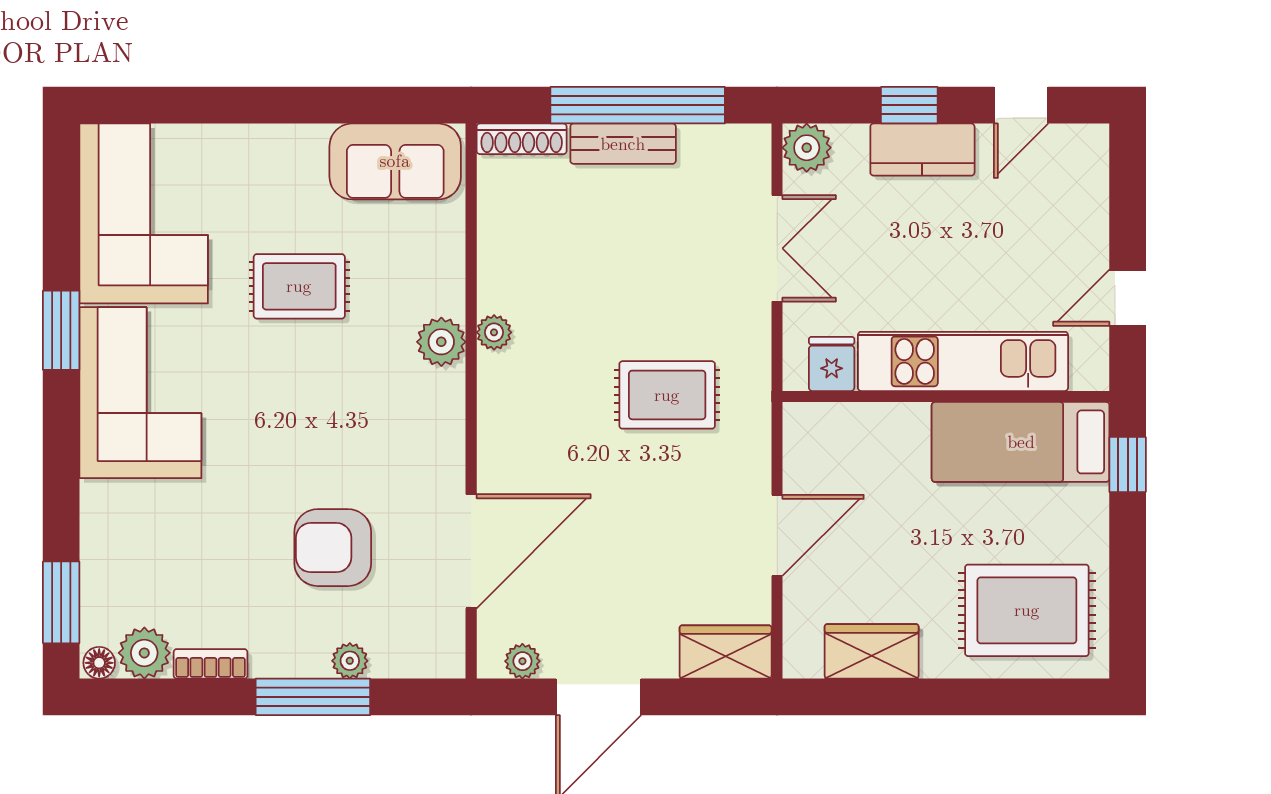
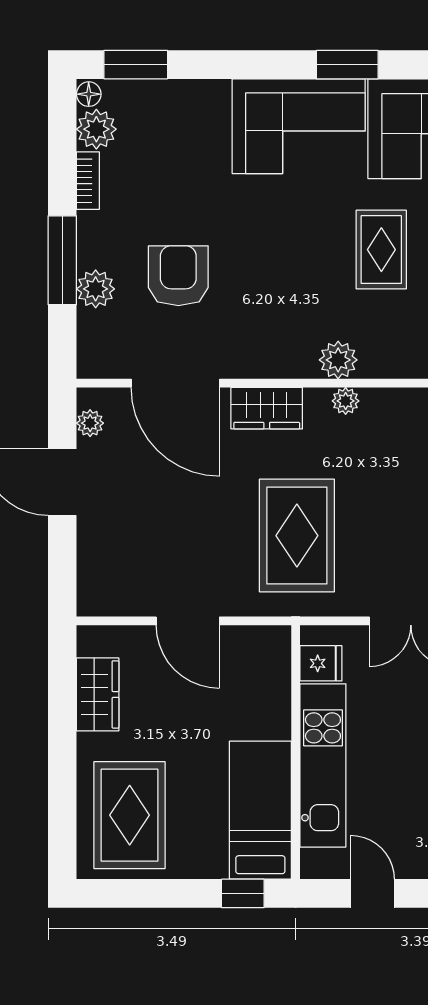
rug: (667, 395) -> (297, 536), width x1.36, depth x1.43
wardrobe: (726, 652) -> (267, 408), moved, turned 90
plant: (350, 661) -> (96, 289), width x1.38, depth x1.38

